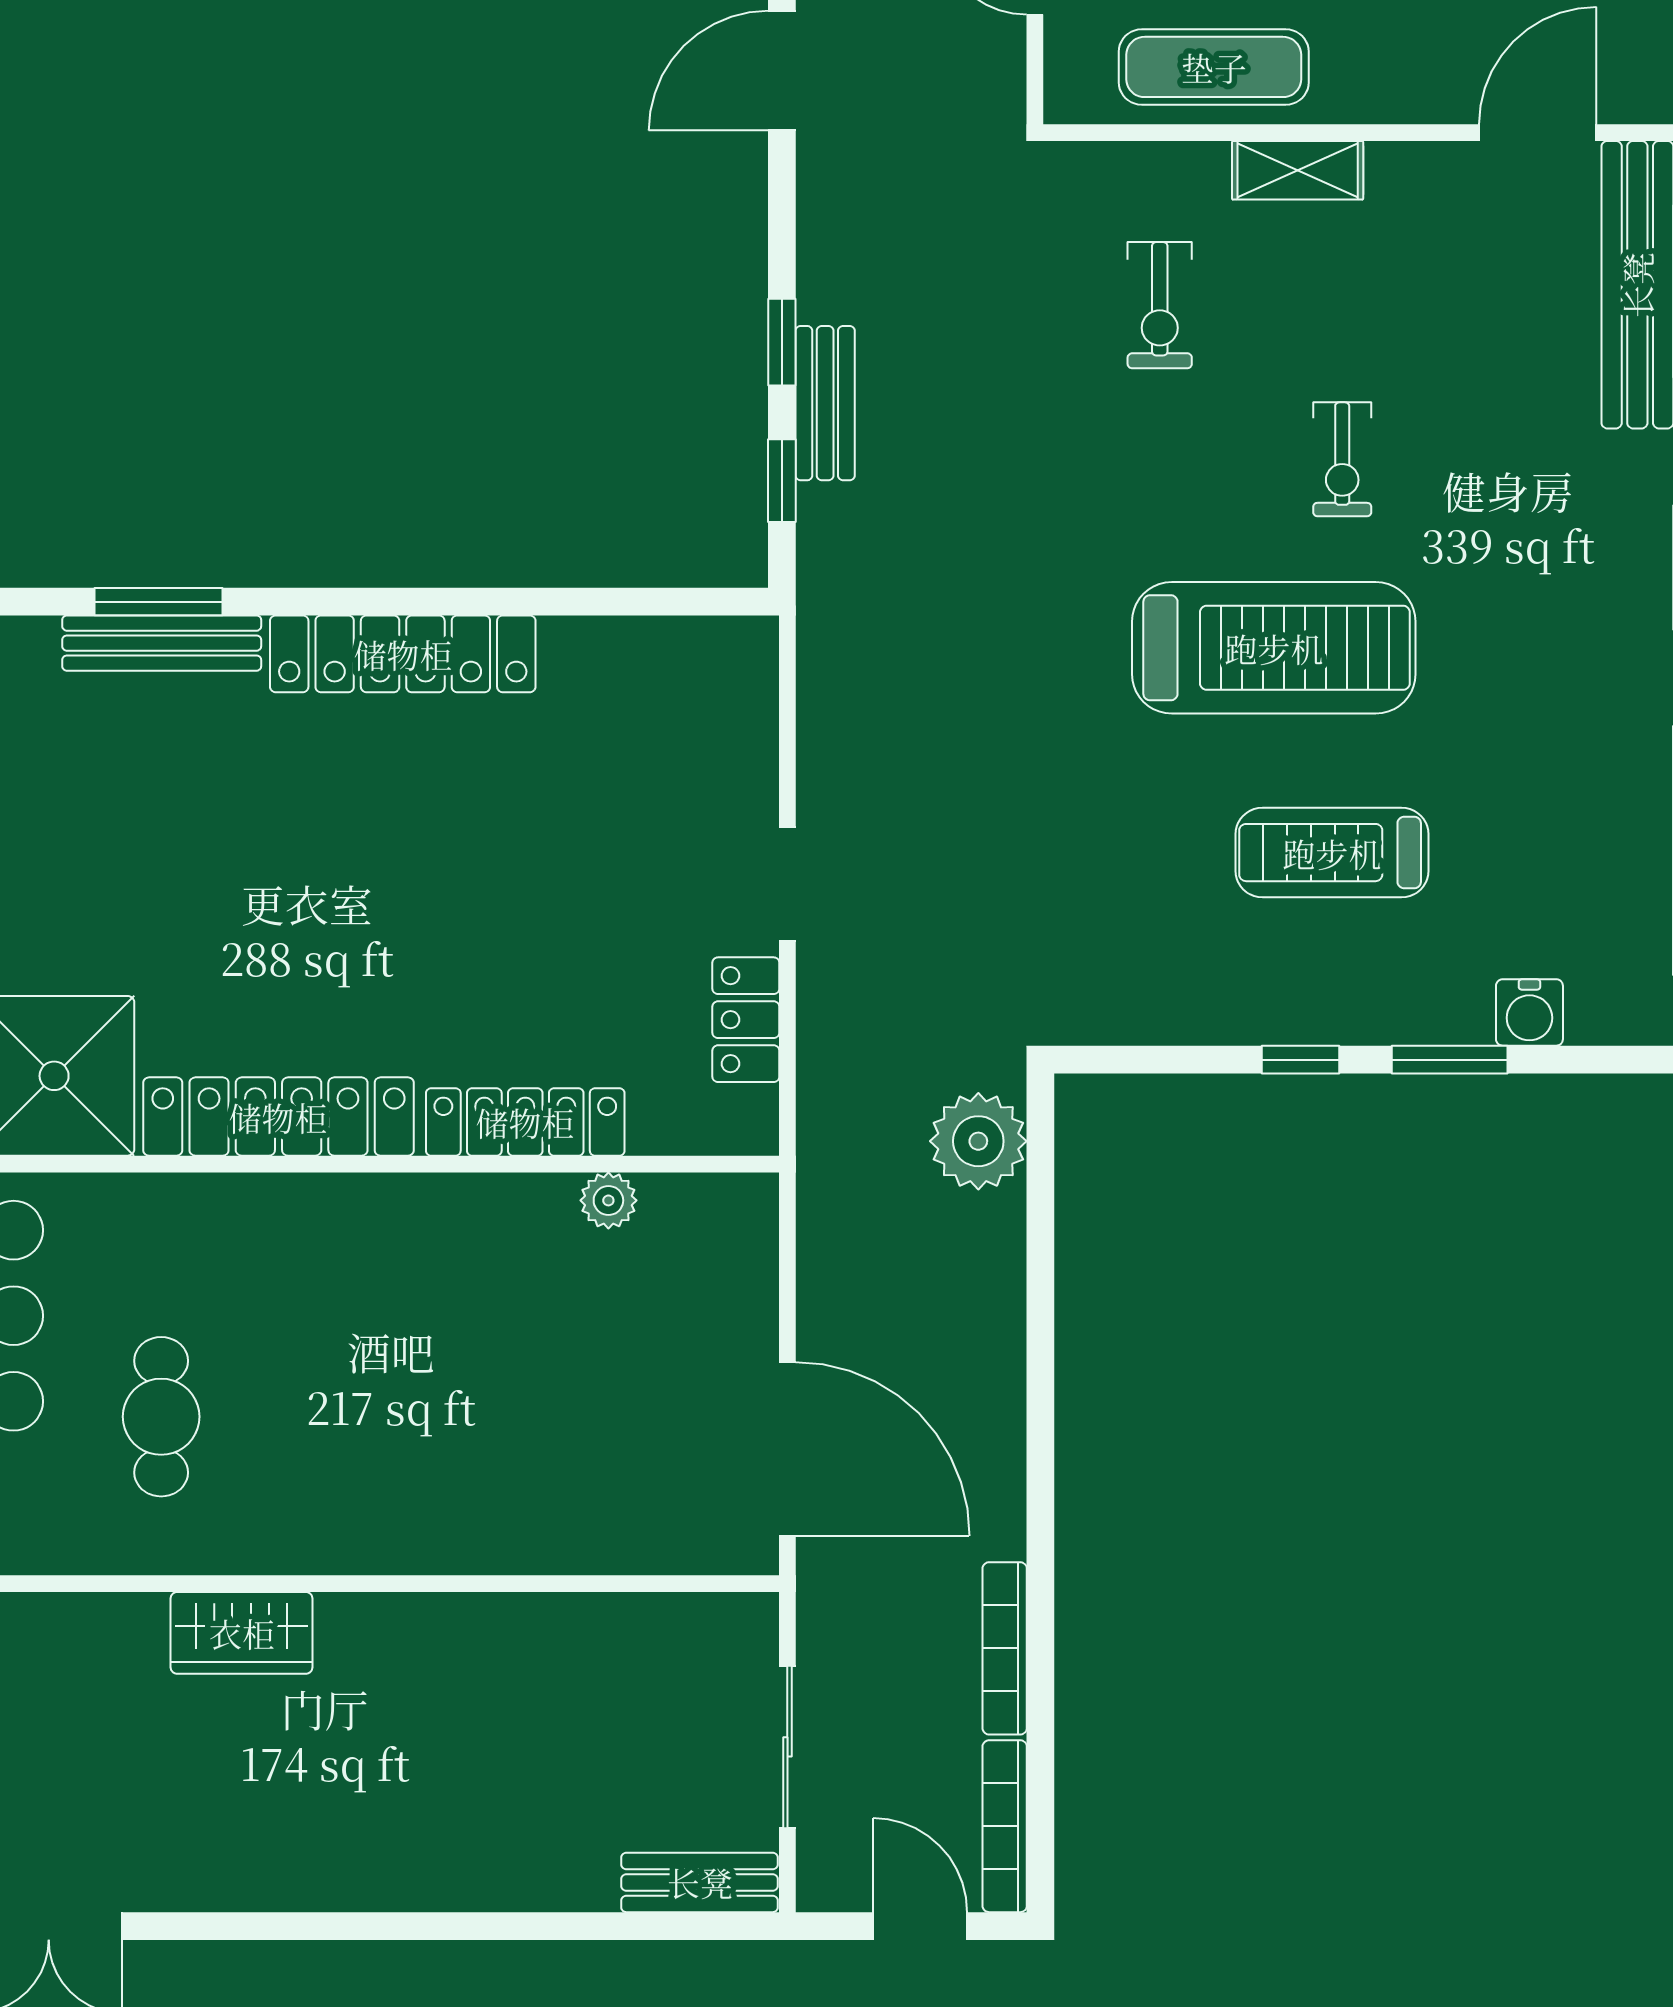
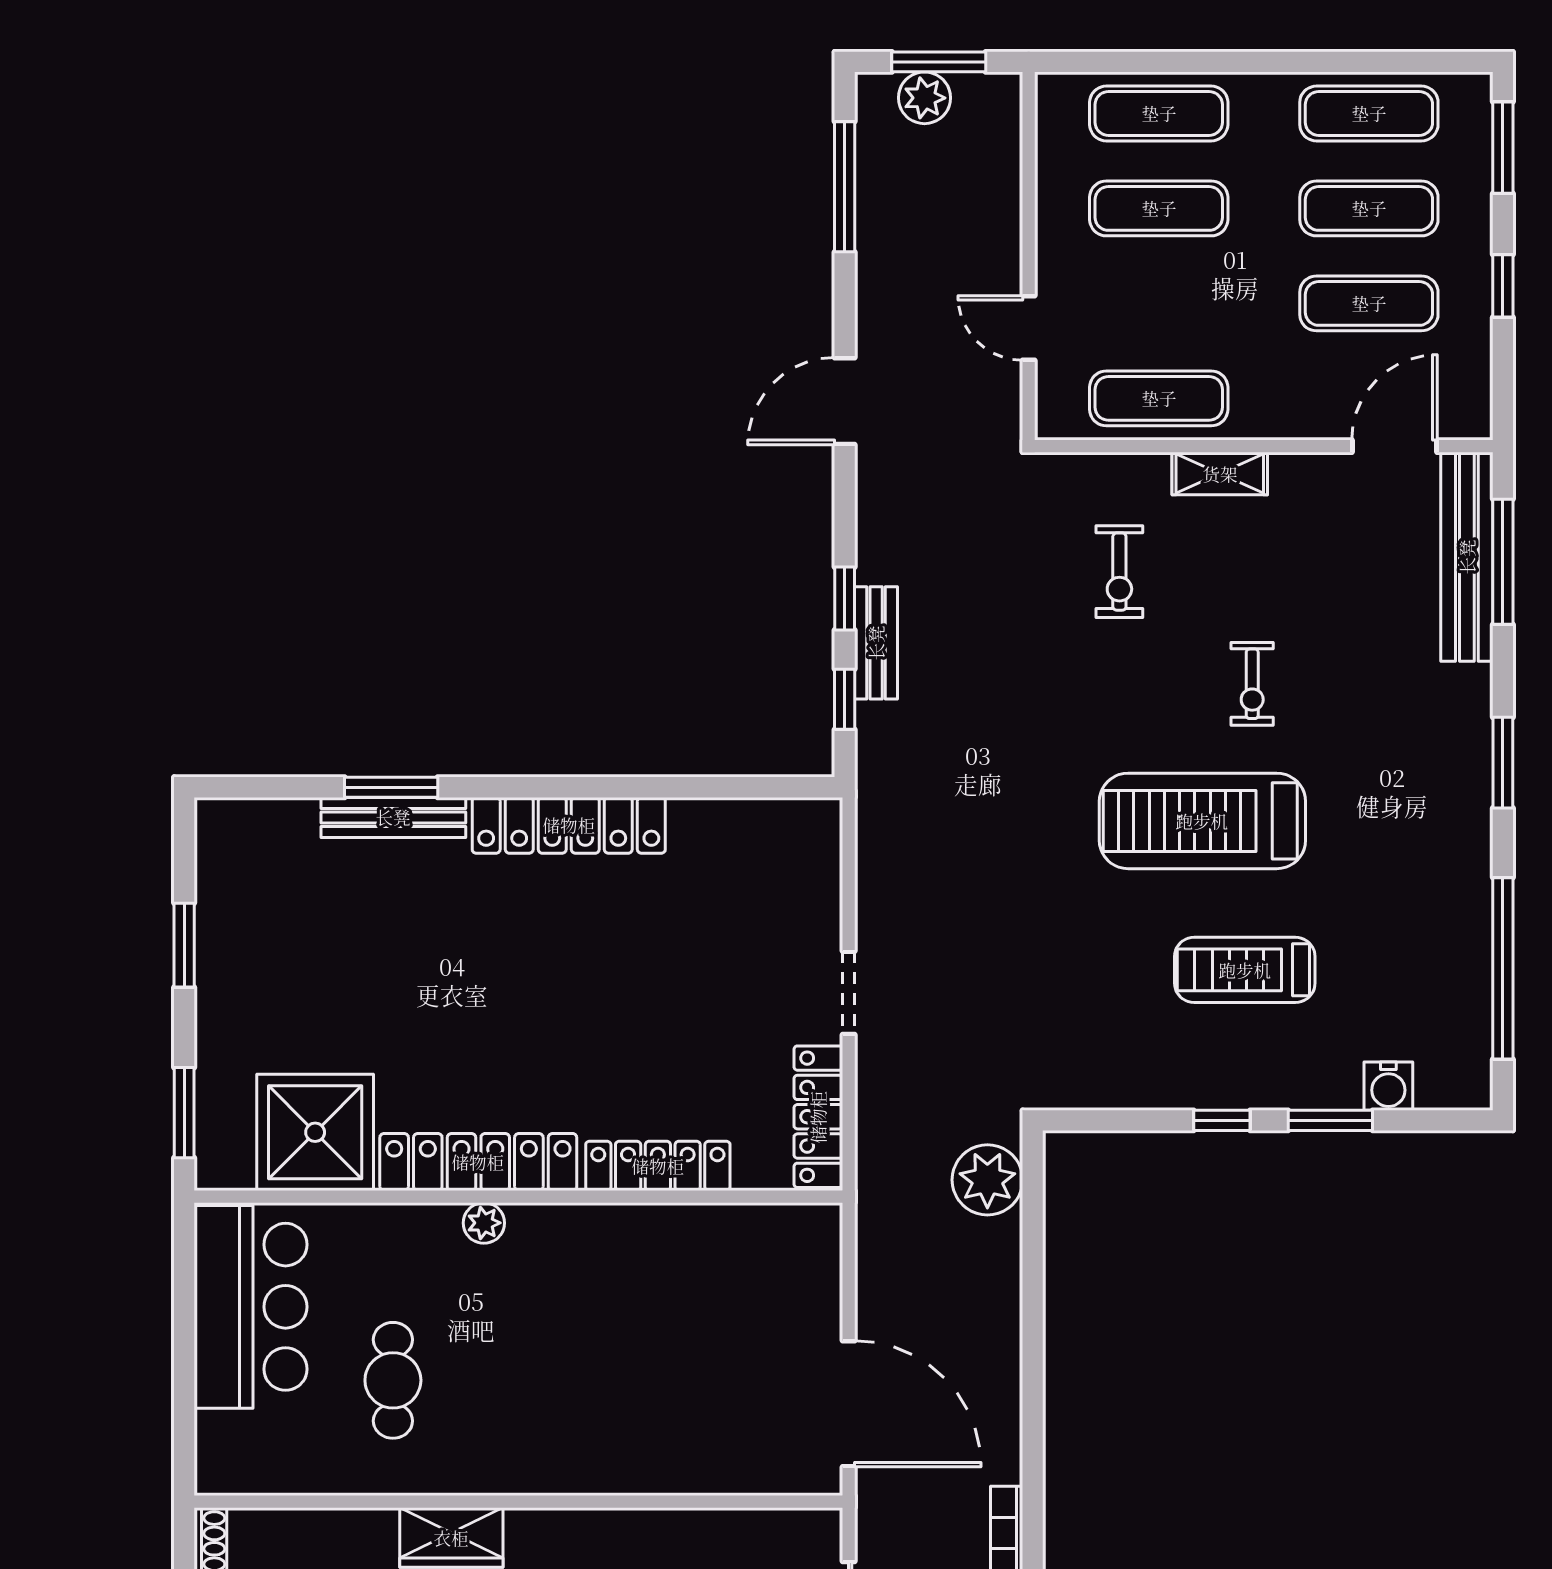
treadmill: (1274, 648) -> (1202, 821), turned 180
locker: (746, 1020) -> (818, 1117), width x1.53
plant: (608, 1200) -> (484, 1223), moved

